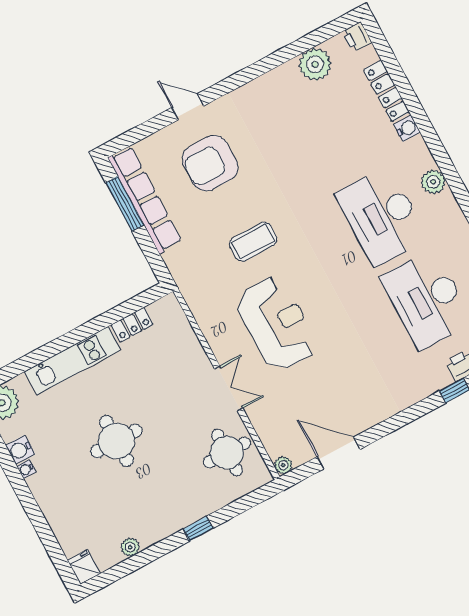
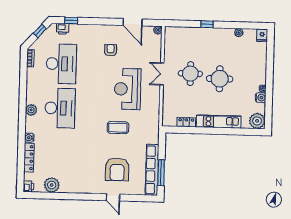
armchair: (210, 163) -> (117, 169), turned 90
armchair: (349, 378) -> (111, 50), added
round table: (227, 453) -> (190, 74), moved

